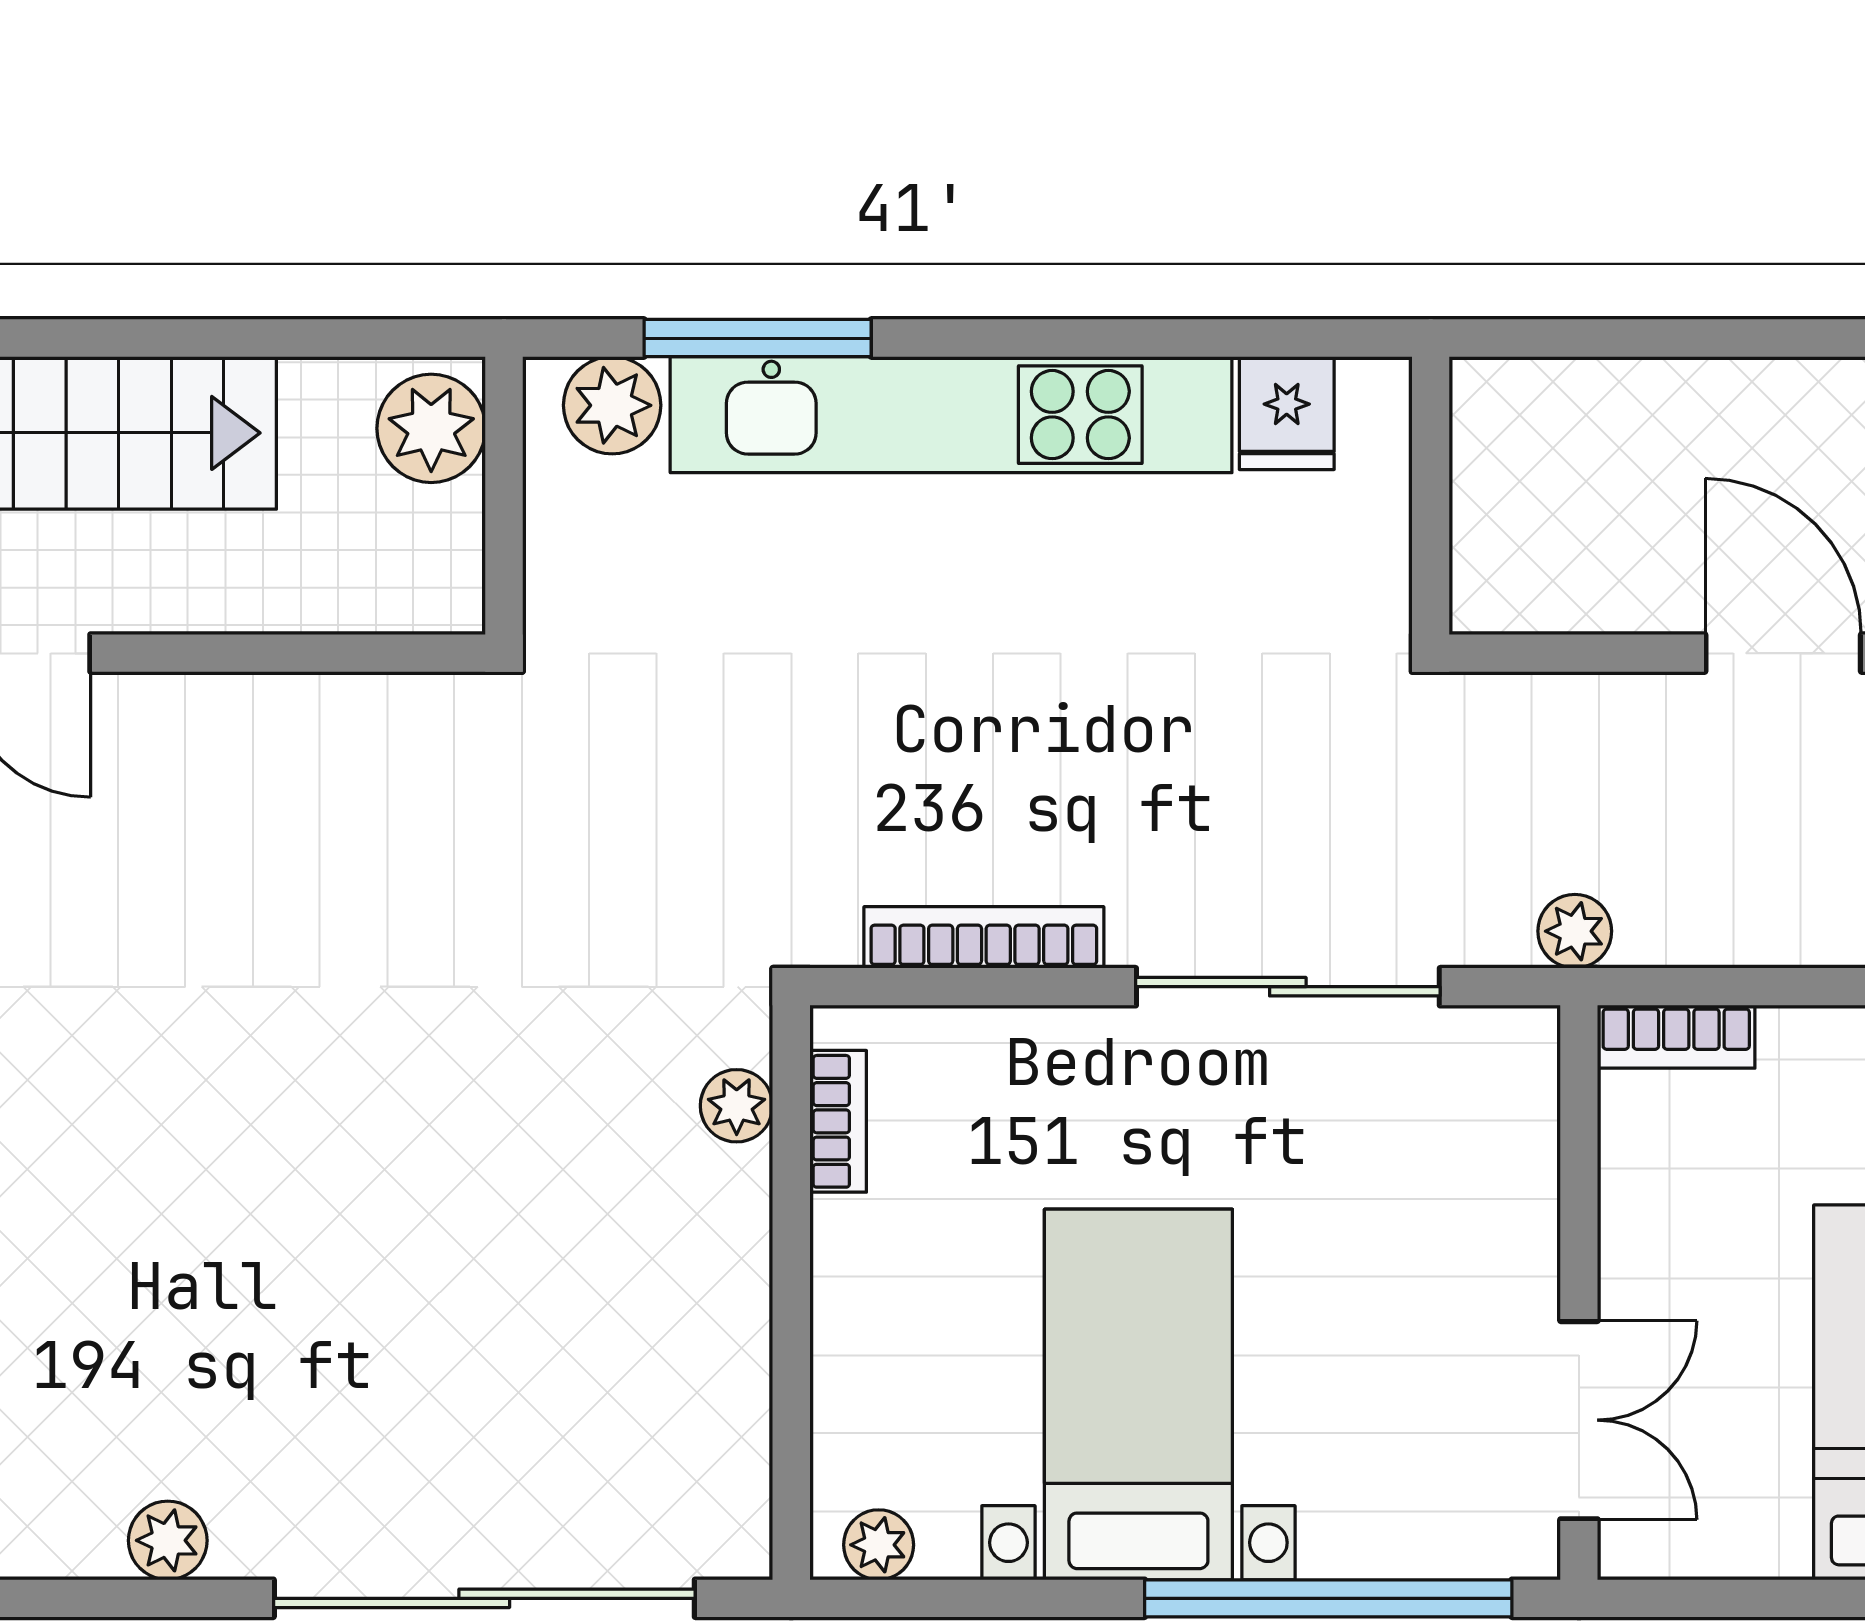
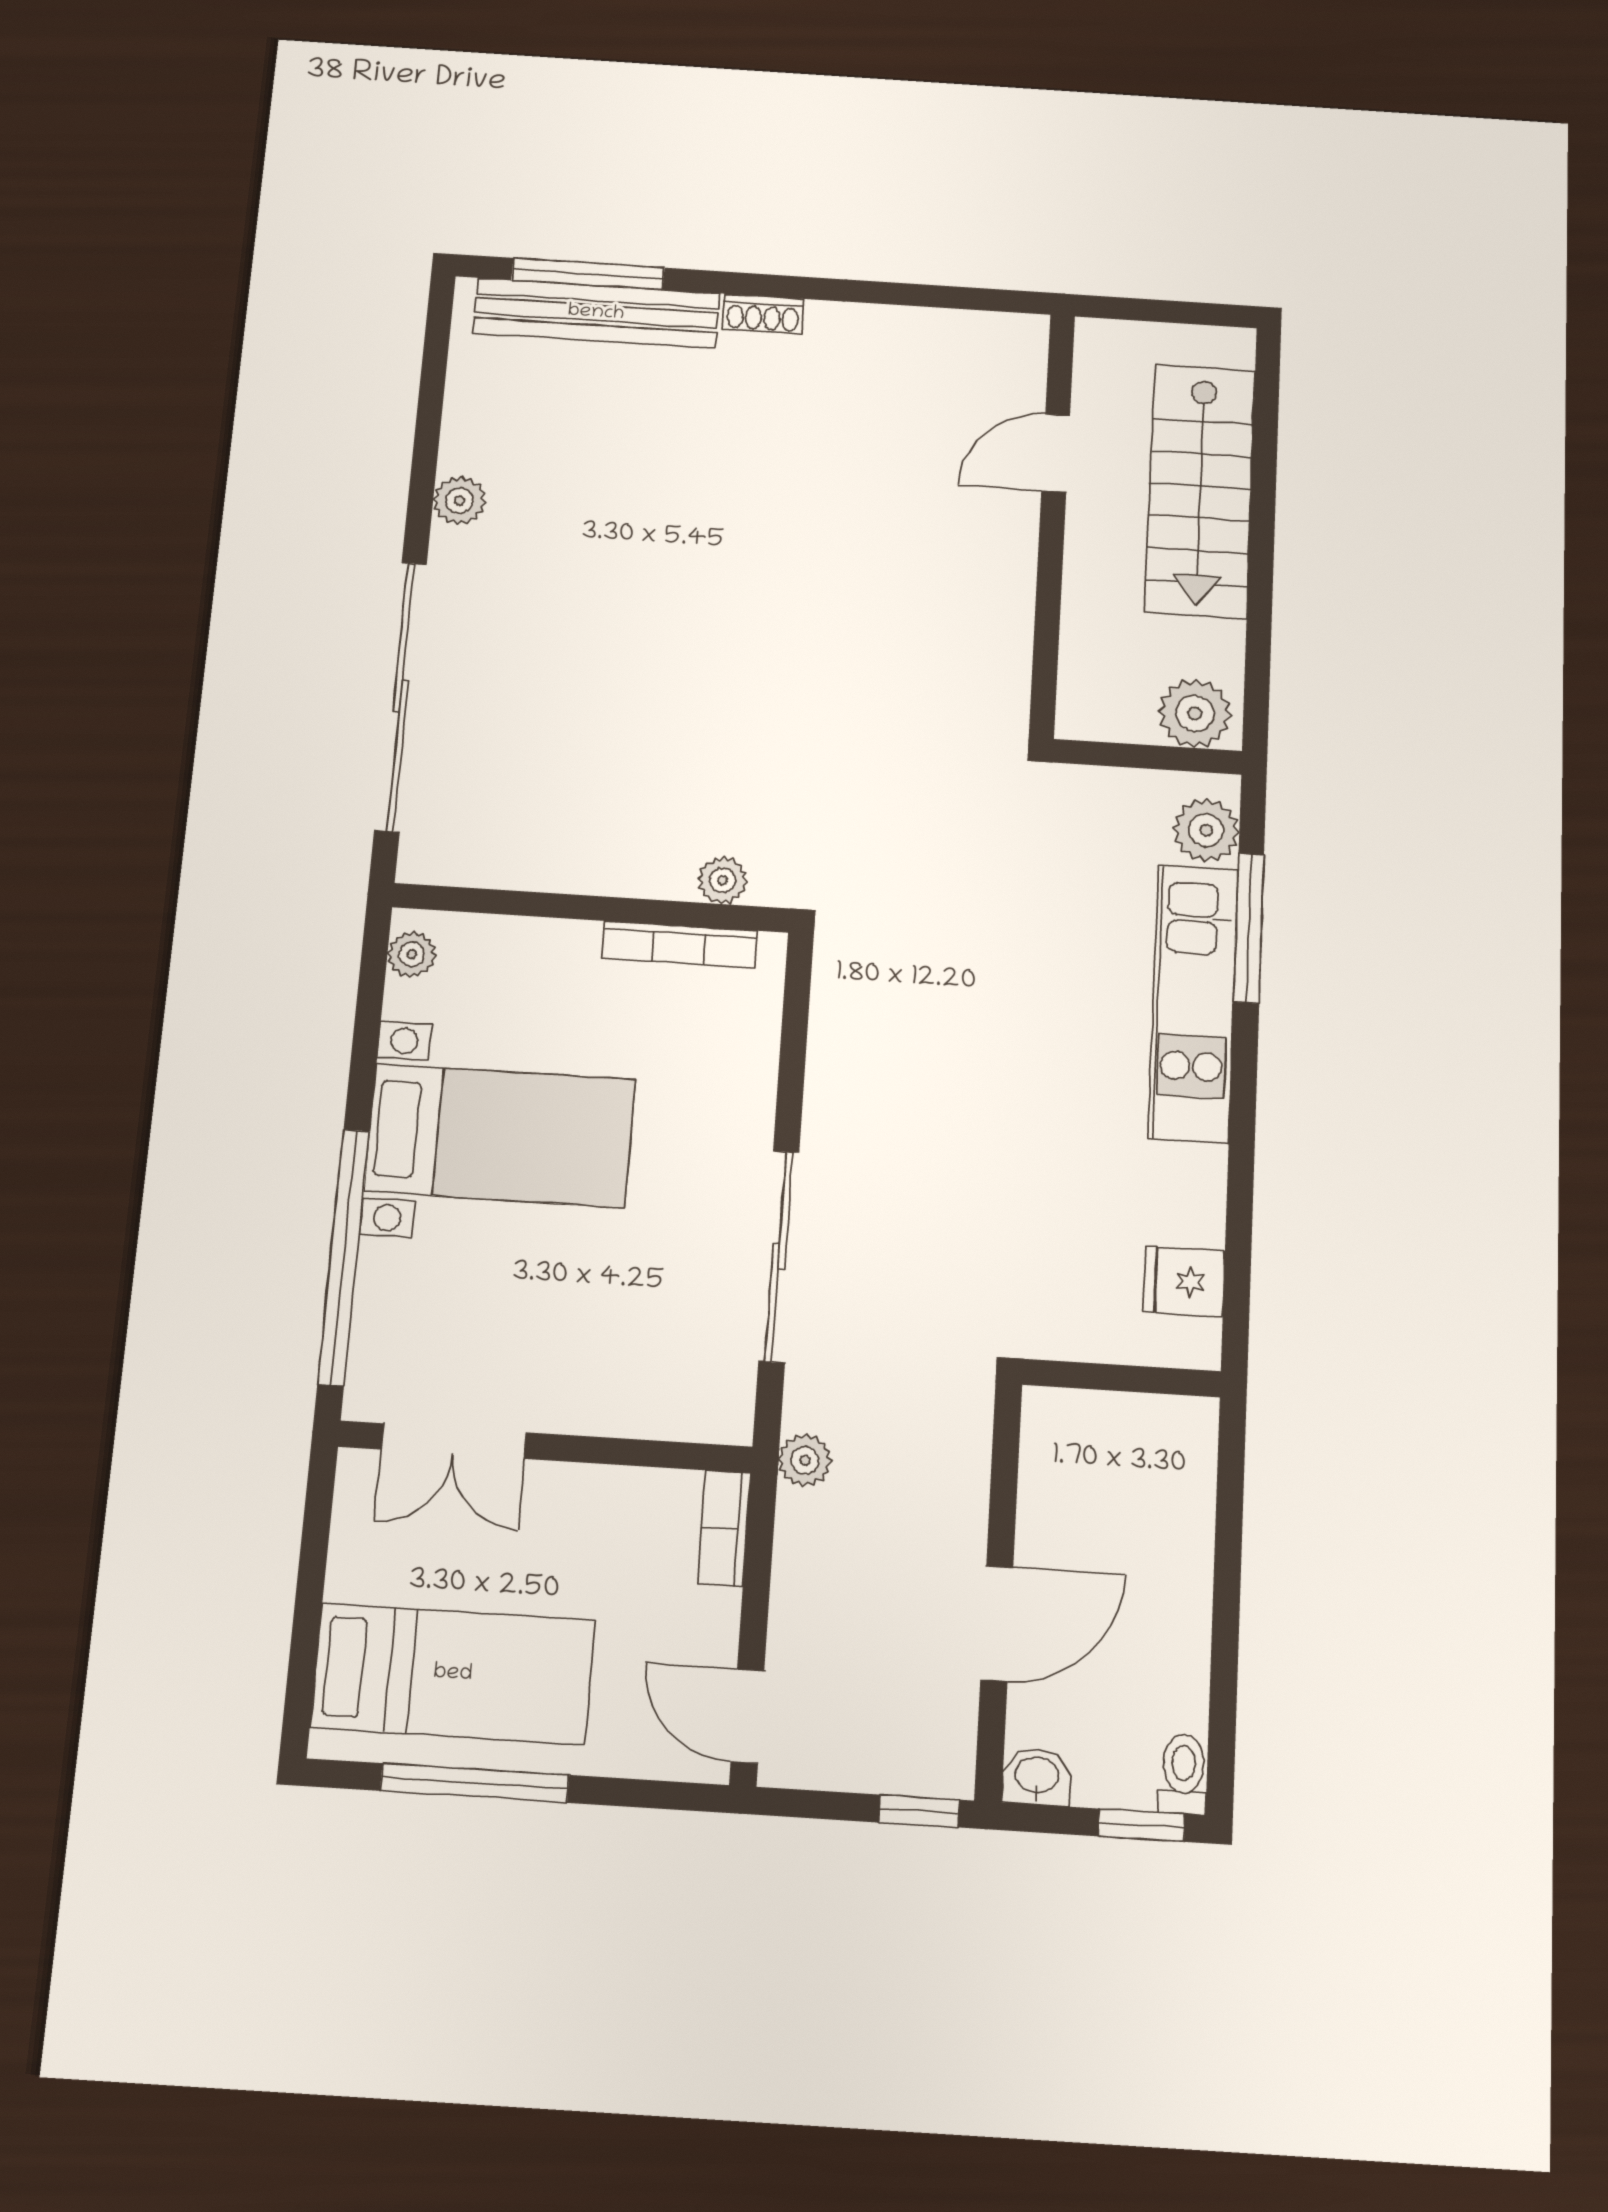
kitchen unit: (951, 415) -> (1193, 1003), width x0.73
bookcase: (984, 937) -> (827, 1051), removed
bookcase: (838, 1121) -> (679, 945), width x1.56

